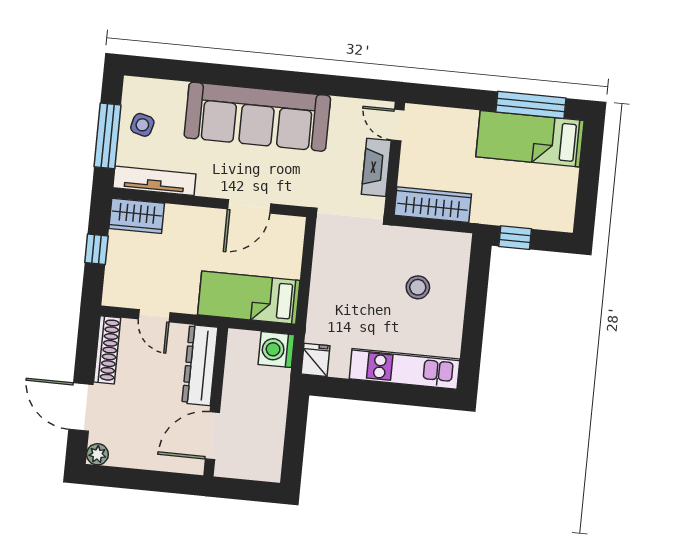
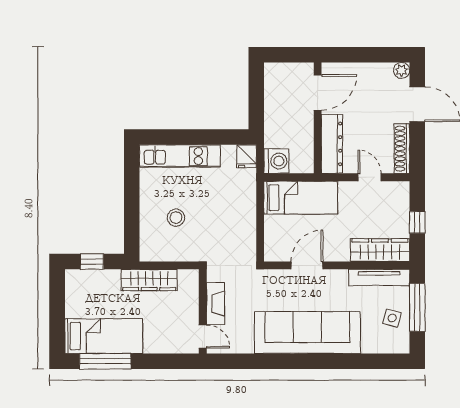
wardrobe: (433, 205) -> (149, 280), moved
wardrobe: (137, 216) -> (380, 250), width x1.50
window: (515, 238) -> (92, 262), moved

